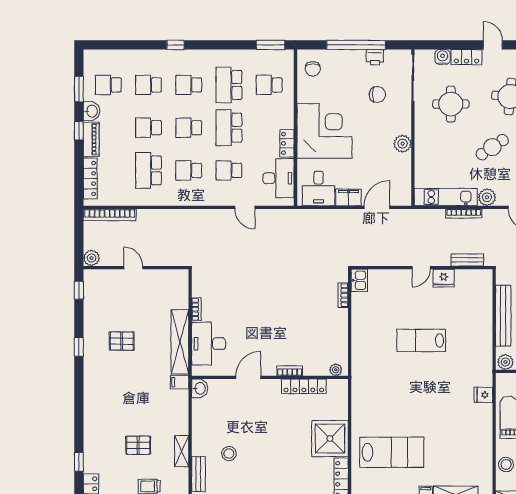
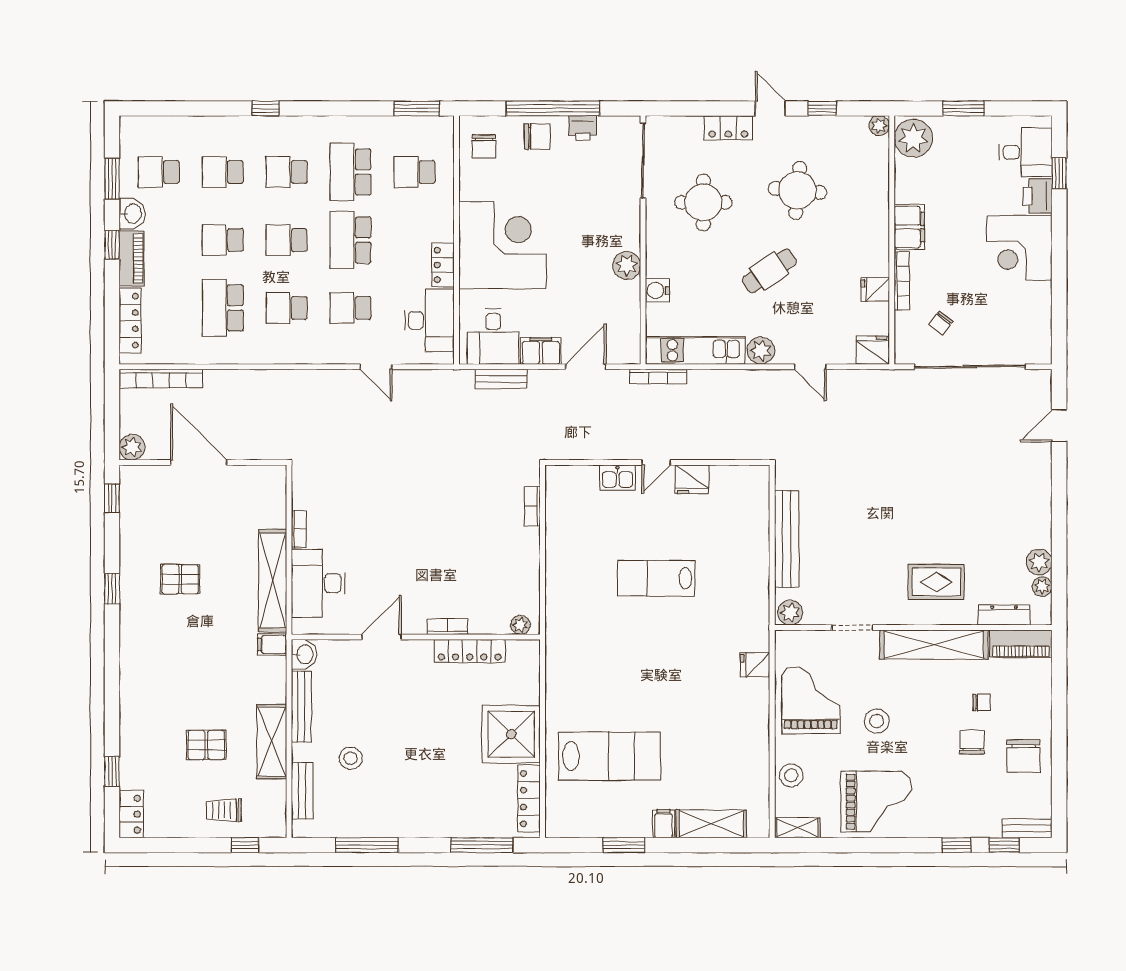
water cooler: (443, 57) -> (657, 290), moved, turned -90
chair: (377, 94) -> (537, 137), moved
bookcase: (464, 214) -> (658, 376), moved
bench: (467, 260) -> (501, 379), moved
door: (133, 268) -> (199, 462), width x1.87
kitchen sink: (359, 280) -> (617, 478), moved, turned 90
bench: (198, 421) -> (301, 707), added
shelving: (182, 451) -> (272, 742), width x1.50, depth x1.33

